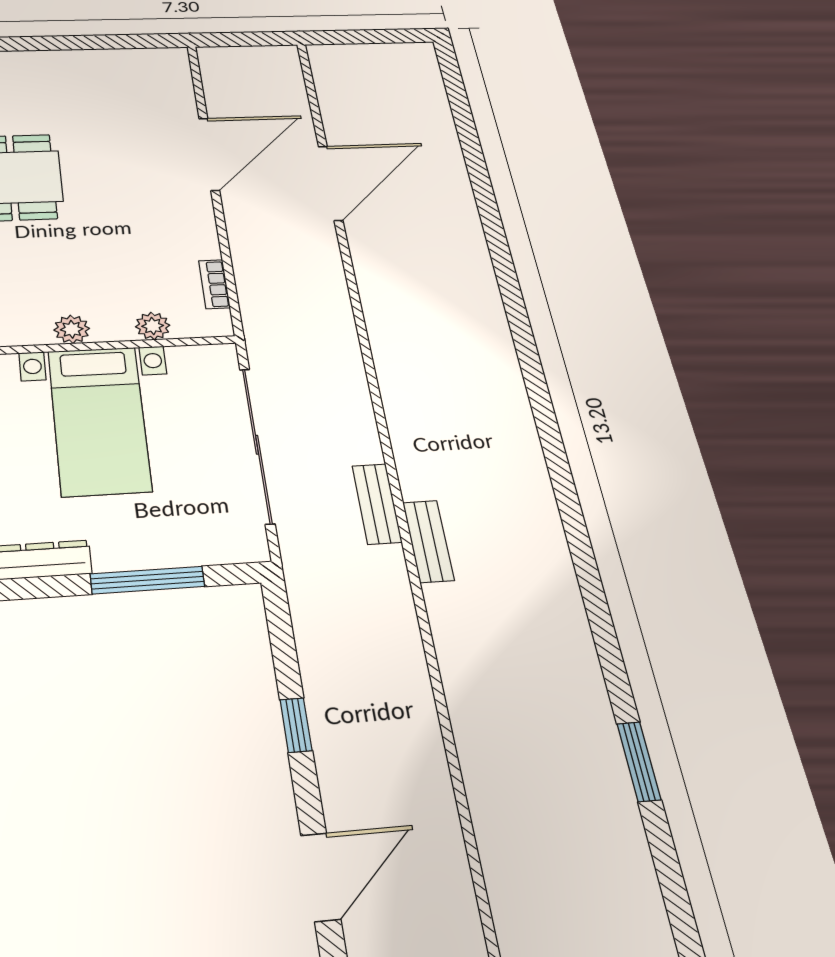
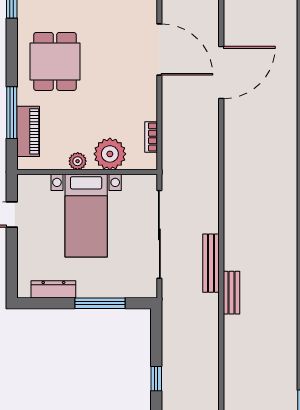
door: (209, 154) -> (159, 49), hinge flipped
plant: (153, 326) -> (110, 154), width x1.88, depth x1.88
bench: (377, 504) -> (211, 263), width x1.36

